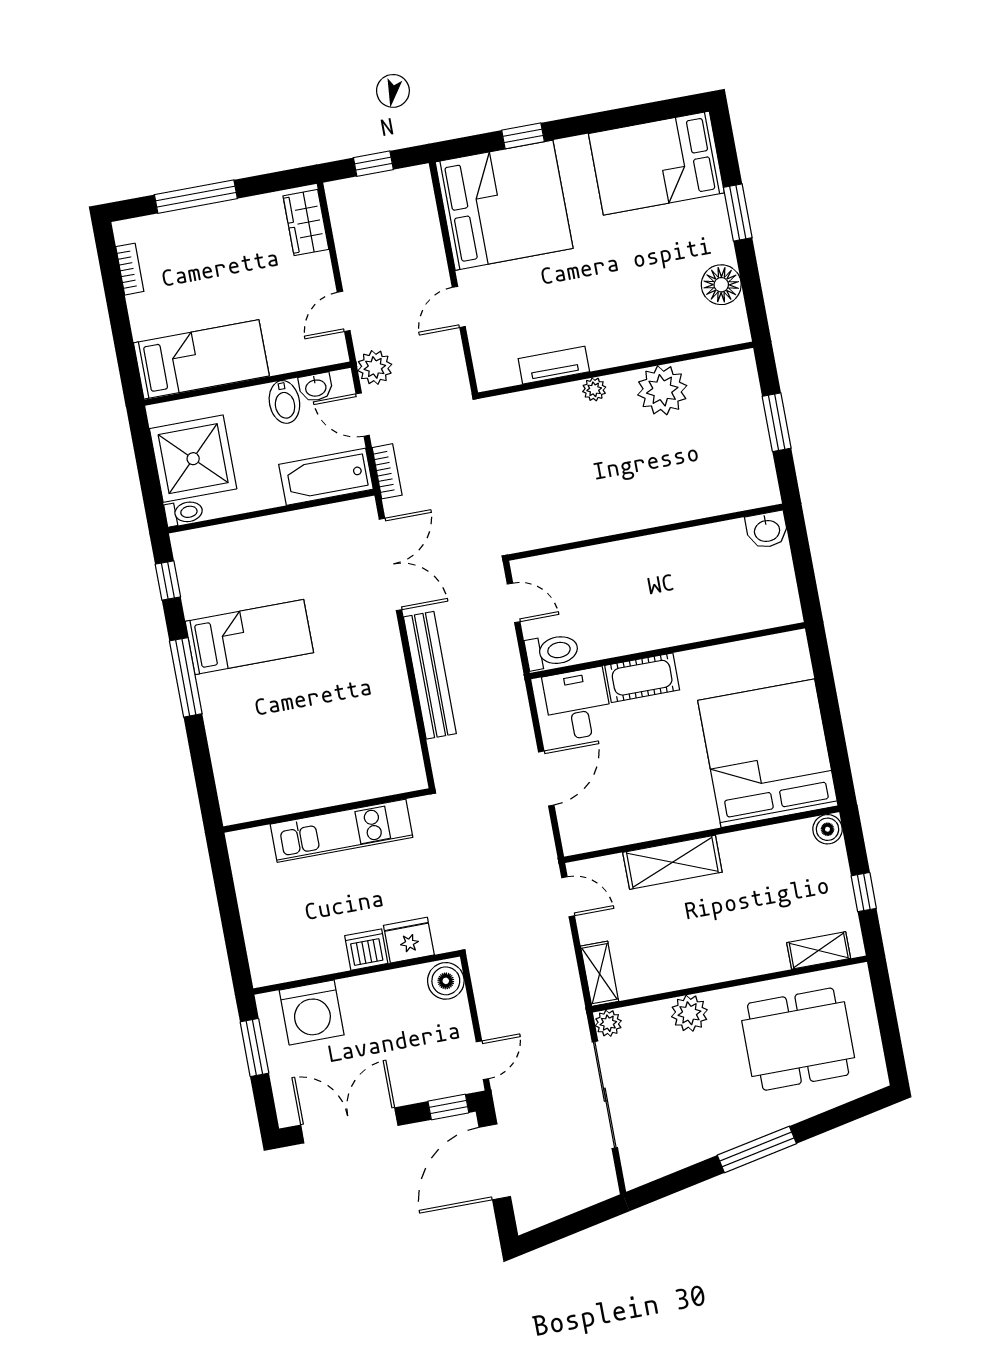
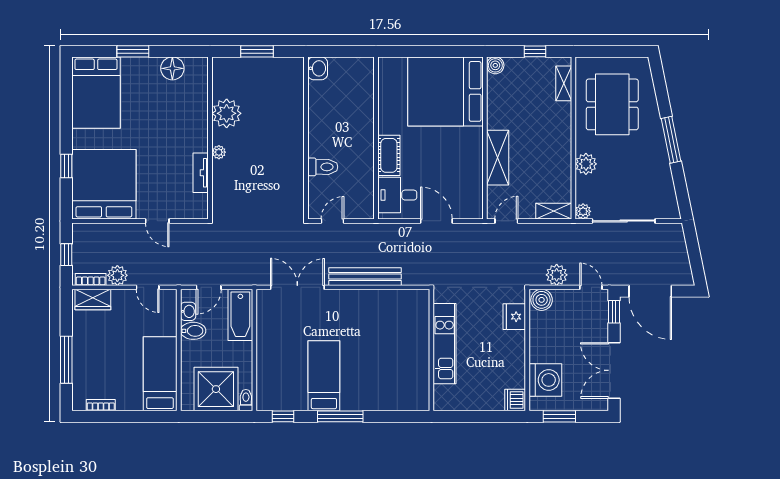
plant: (375, 367) -> (117, 275), moved
bookcase: (387, 471) -> (91, 279), moved
toilet: (552, 651) -> (323, 167), moved, turned 90
dishwasher: (366, 950) -> (515, 400), moved
plant: (493, 999) -> (557, 275), added

